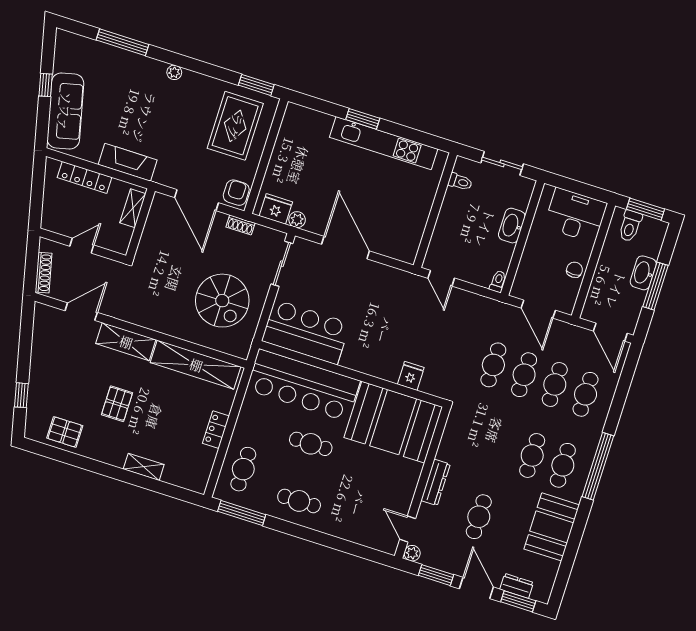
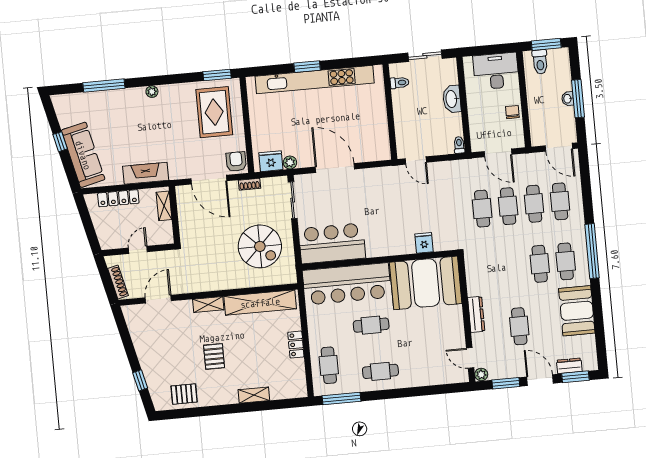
kitchen unit: (384, 143) -> (315, 80), width x1.36
washbasin: (643, 273) -> (568, 99), width x0.52, depth x0.69
shelving: (126, 342) -> (208, 304), width x0.67, depth x0.75

